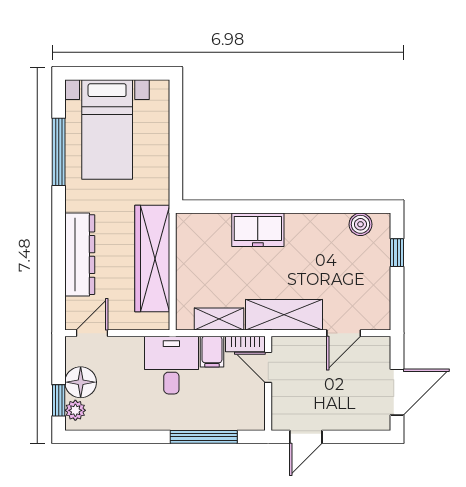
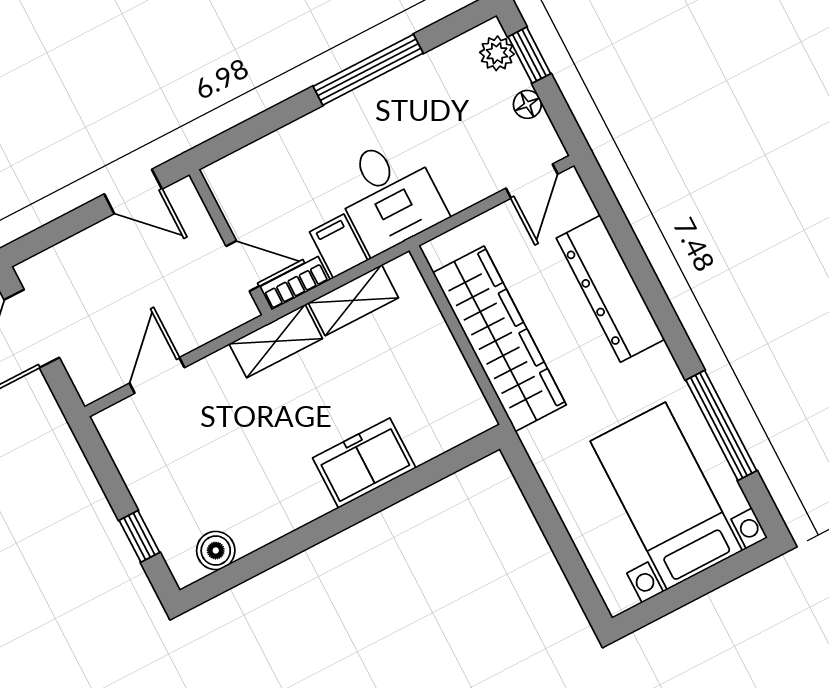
shelving: (284, 315) -> (276, 341), width x0.67, depth x0.75
floor lamp: (81, 382) -> (527, 104), width x0.53, depth x0.53
window: (204, 437) -> (368, 70), moved
door: (306, 437) -> (133, 192), swing flipped

